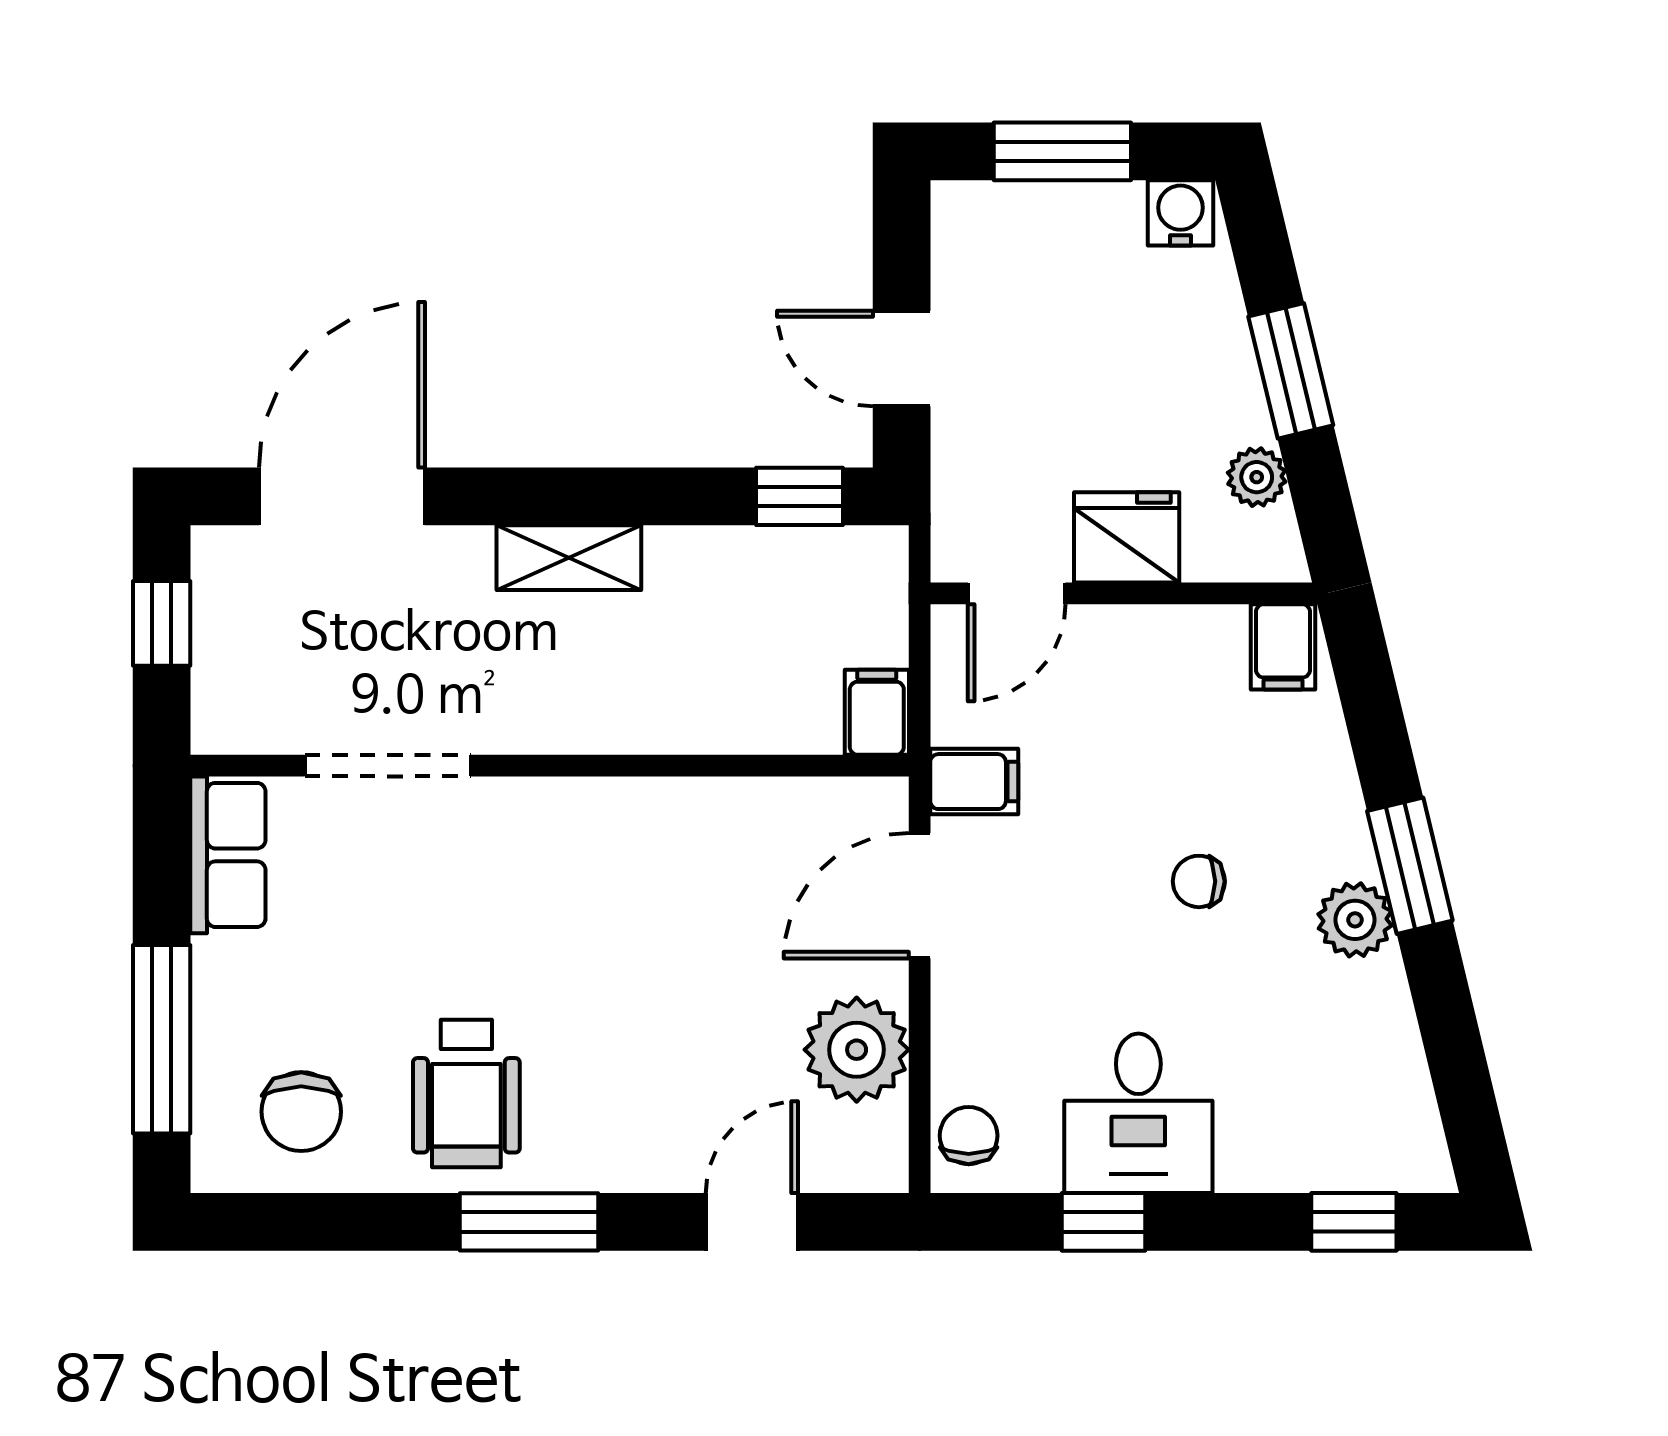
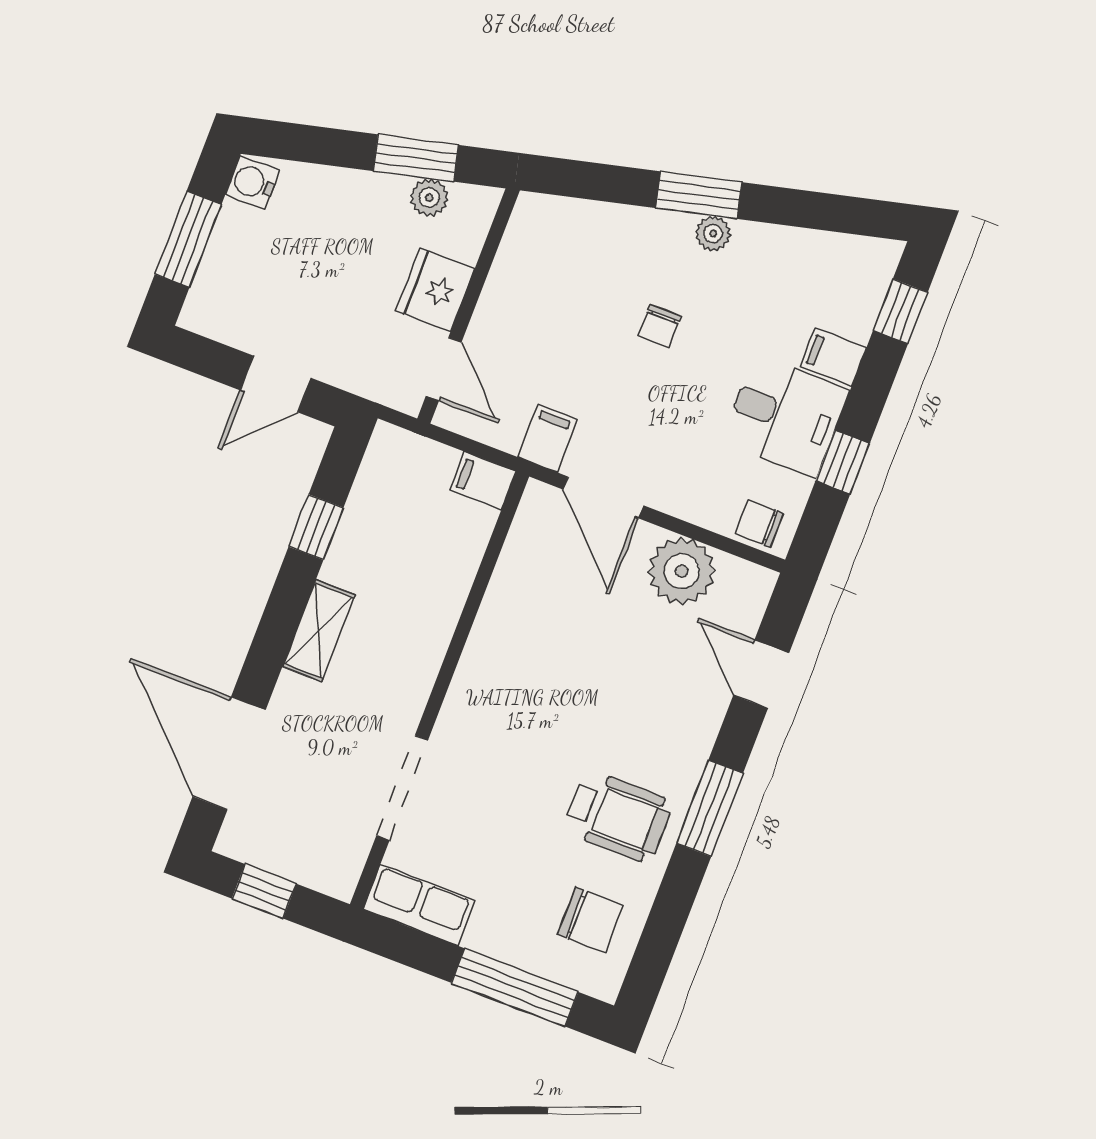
window: (1291, 371) -> (416, 158), moved
window: (799, 496) -> (316, 527), moved
filing cabinet: (1283, 647) -> (833, 357), moved, turned 180
plant: (1355, 920) -> (713, 233), width x0.73, depth x0.73

